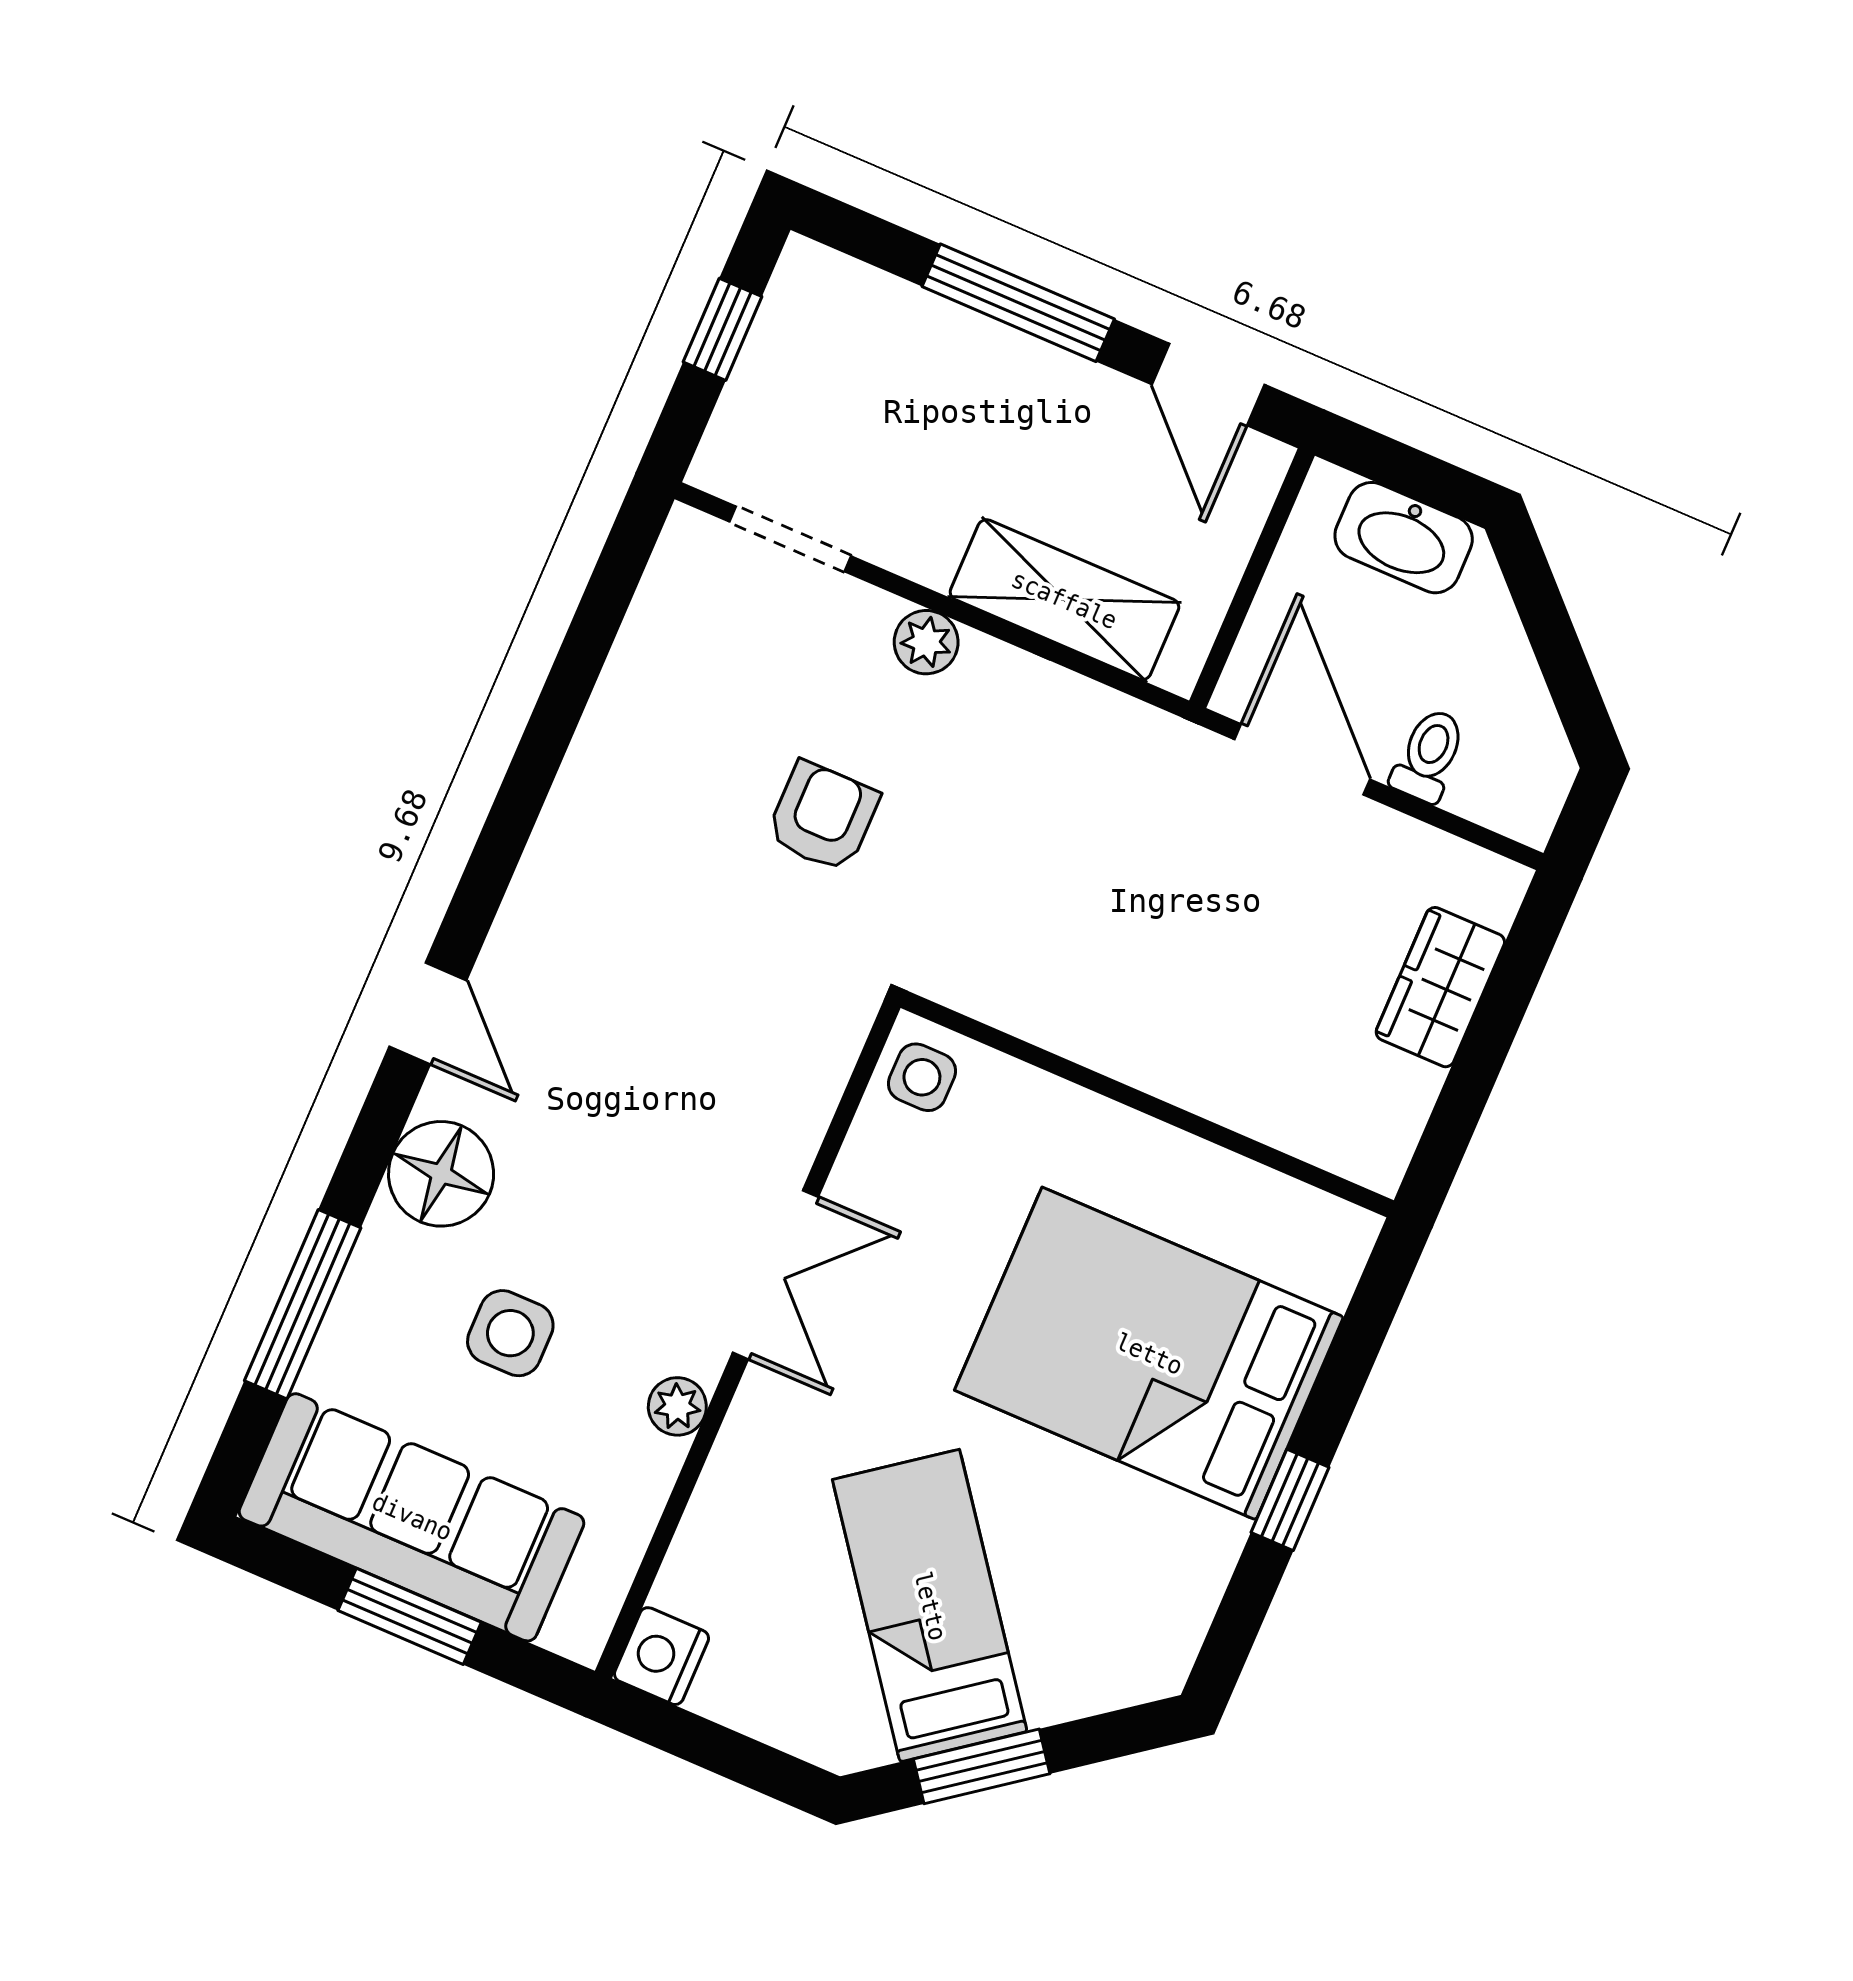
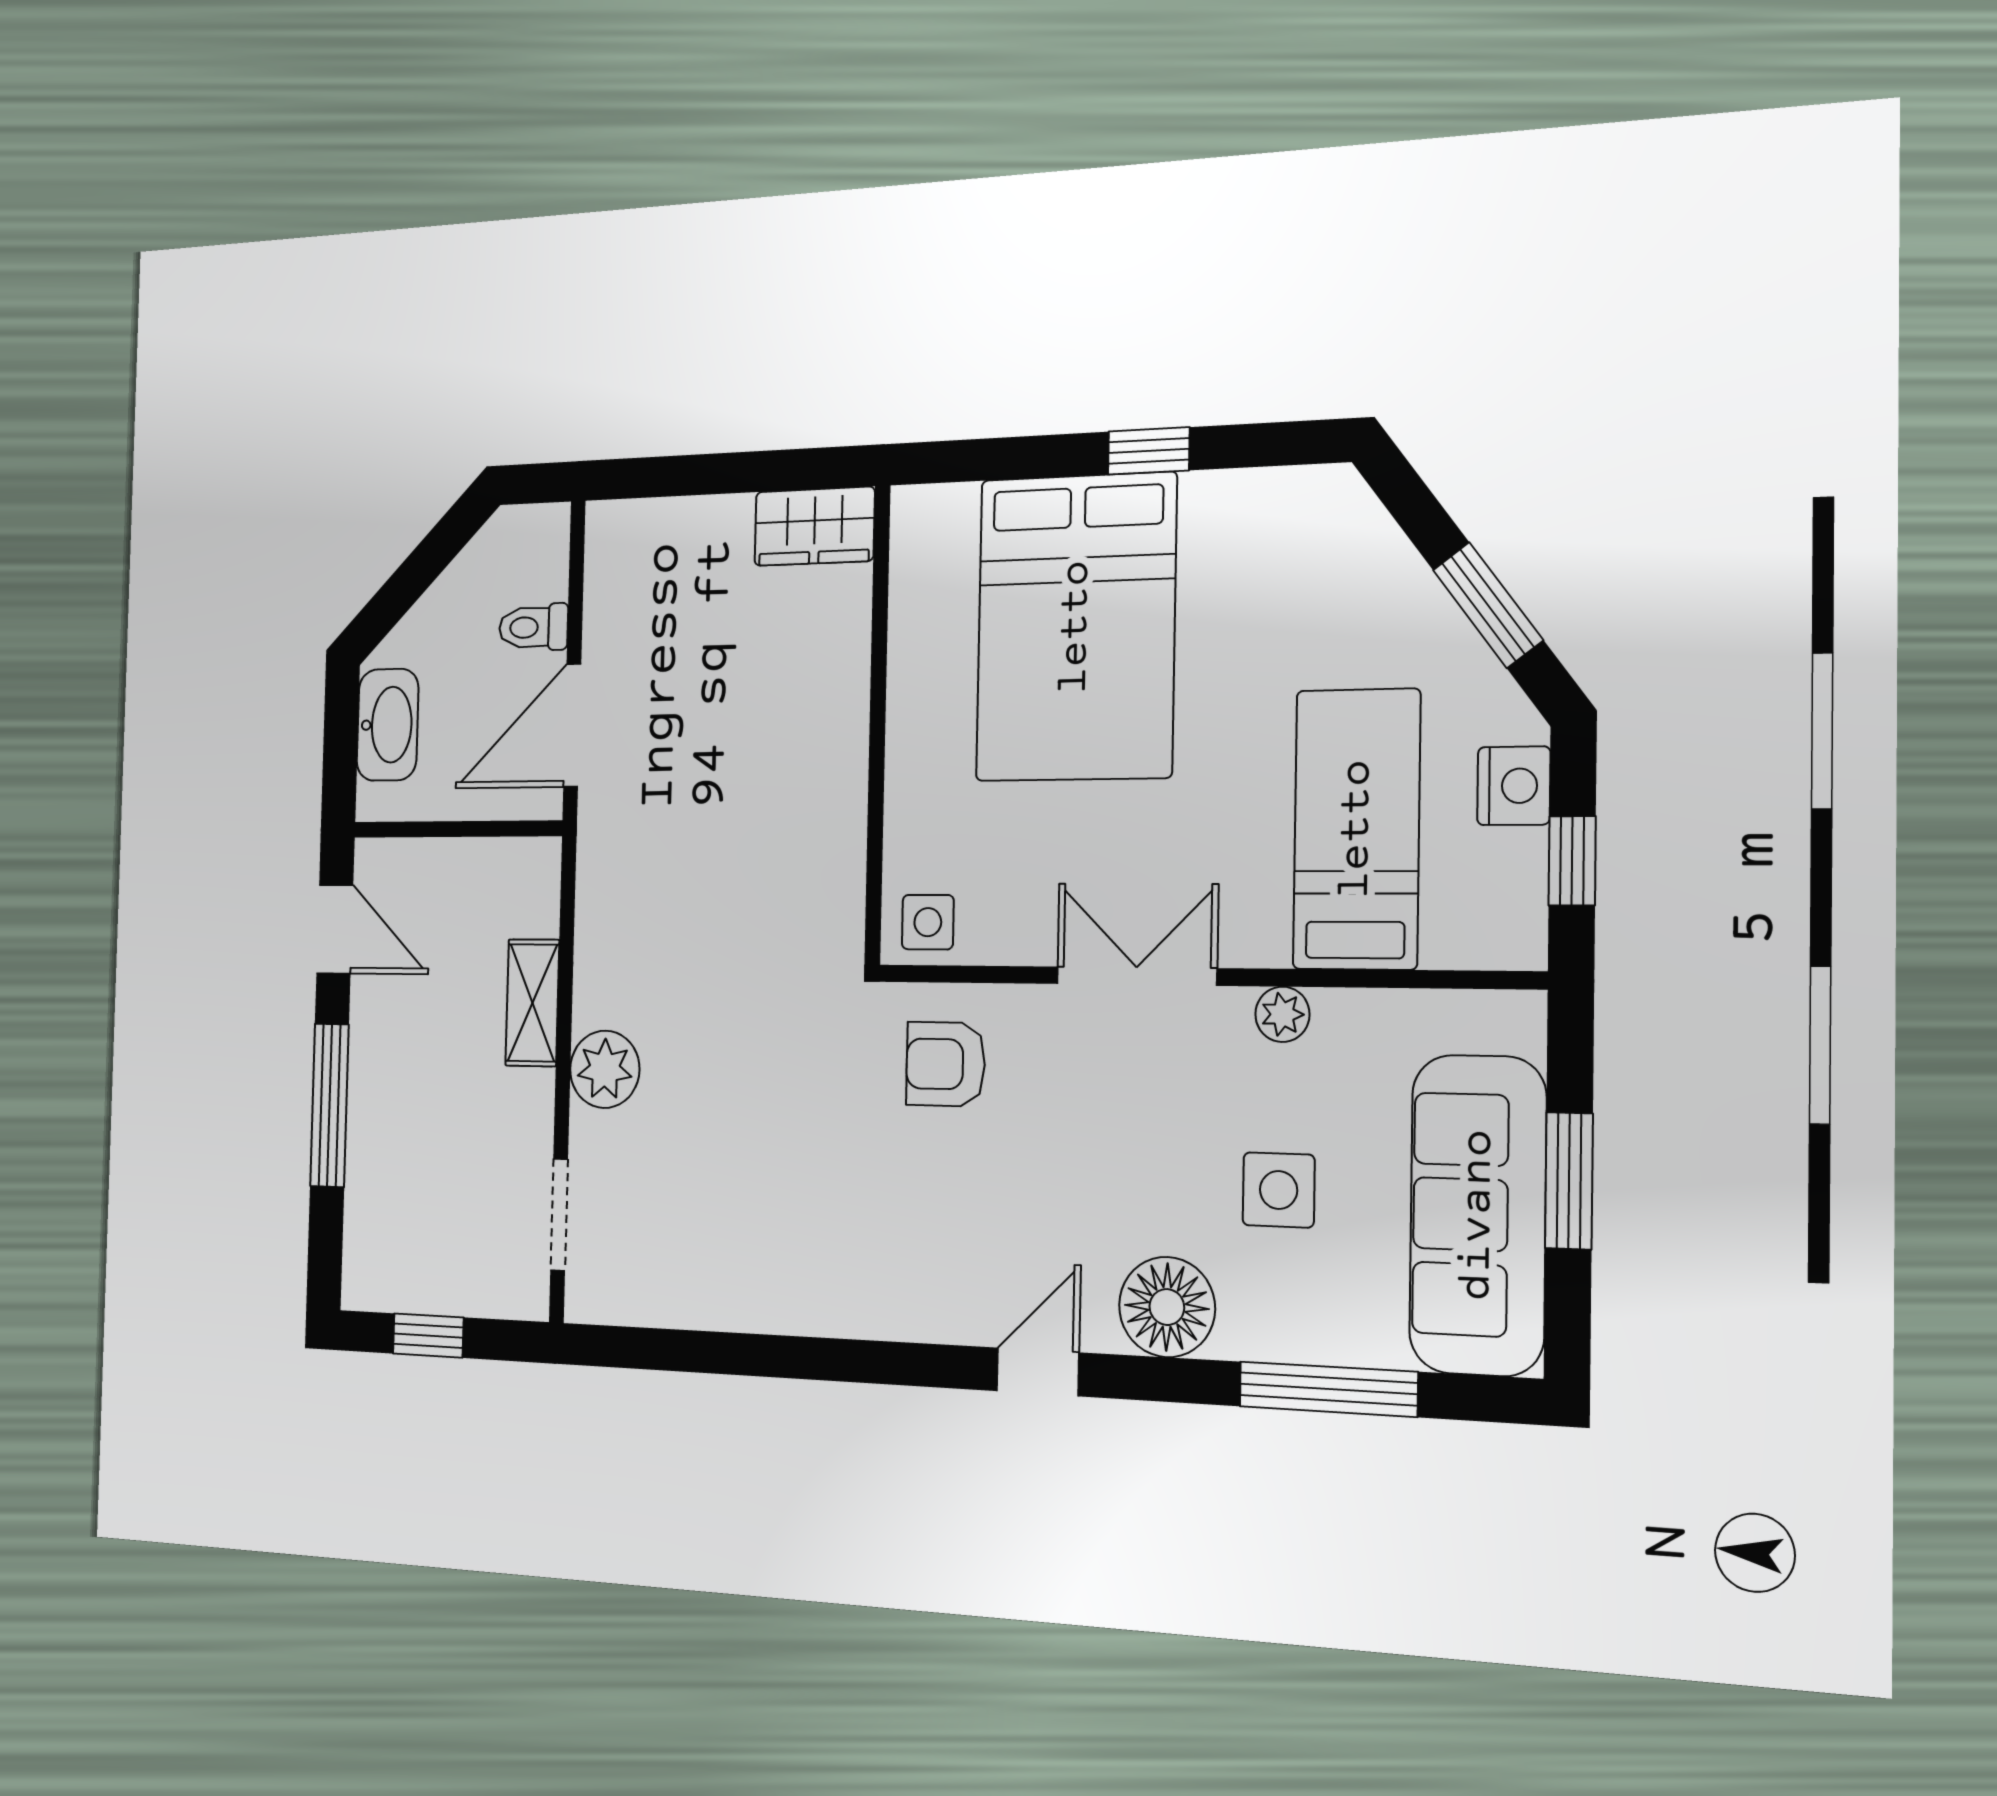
door: (1208, 385) -> (335, 929), hinge flipped
shelving: (1064, 600) -> (532, 1003), width x0.67, depth x0.75
plant: (926, 642) -> (605, 1069), width x1.38, depth x1.38
armchair: (823, 817) -> (946, 1064), moved
wardrobe: (1440, 987) -> (814, 526), moved
bed: (930, 1606) -> (1357, 829), moved, turned 127
nightstand: (661, 1656) -> (1514, 786), moved, turned -90
window: (705, 1744) -> (1572, 861), added

